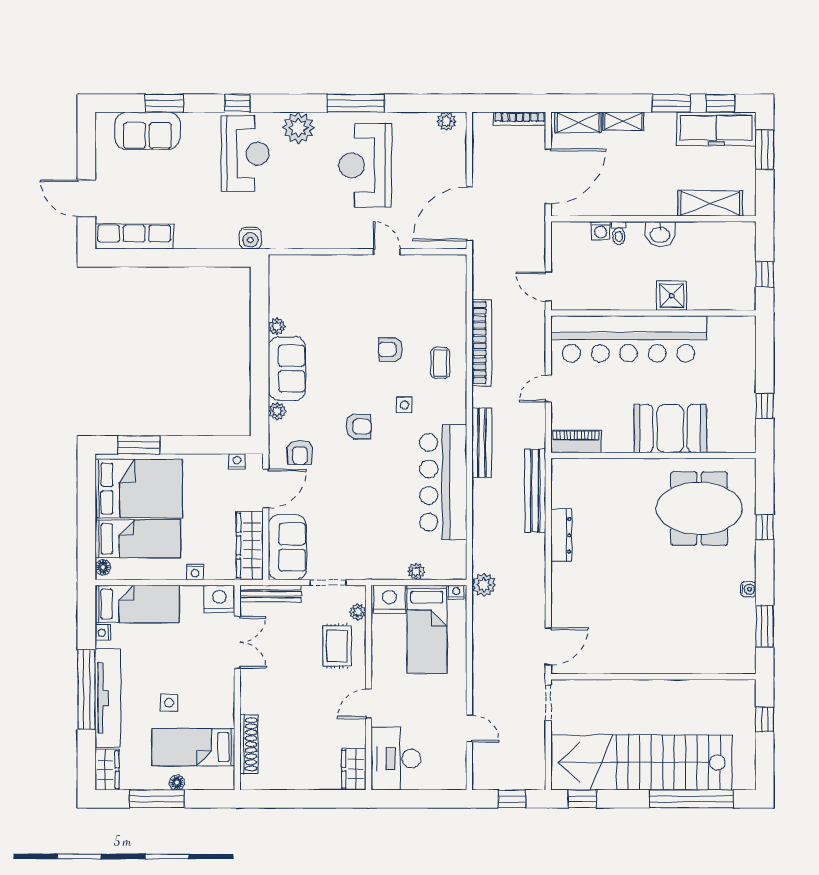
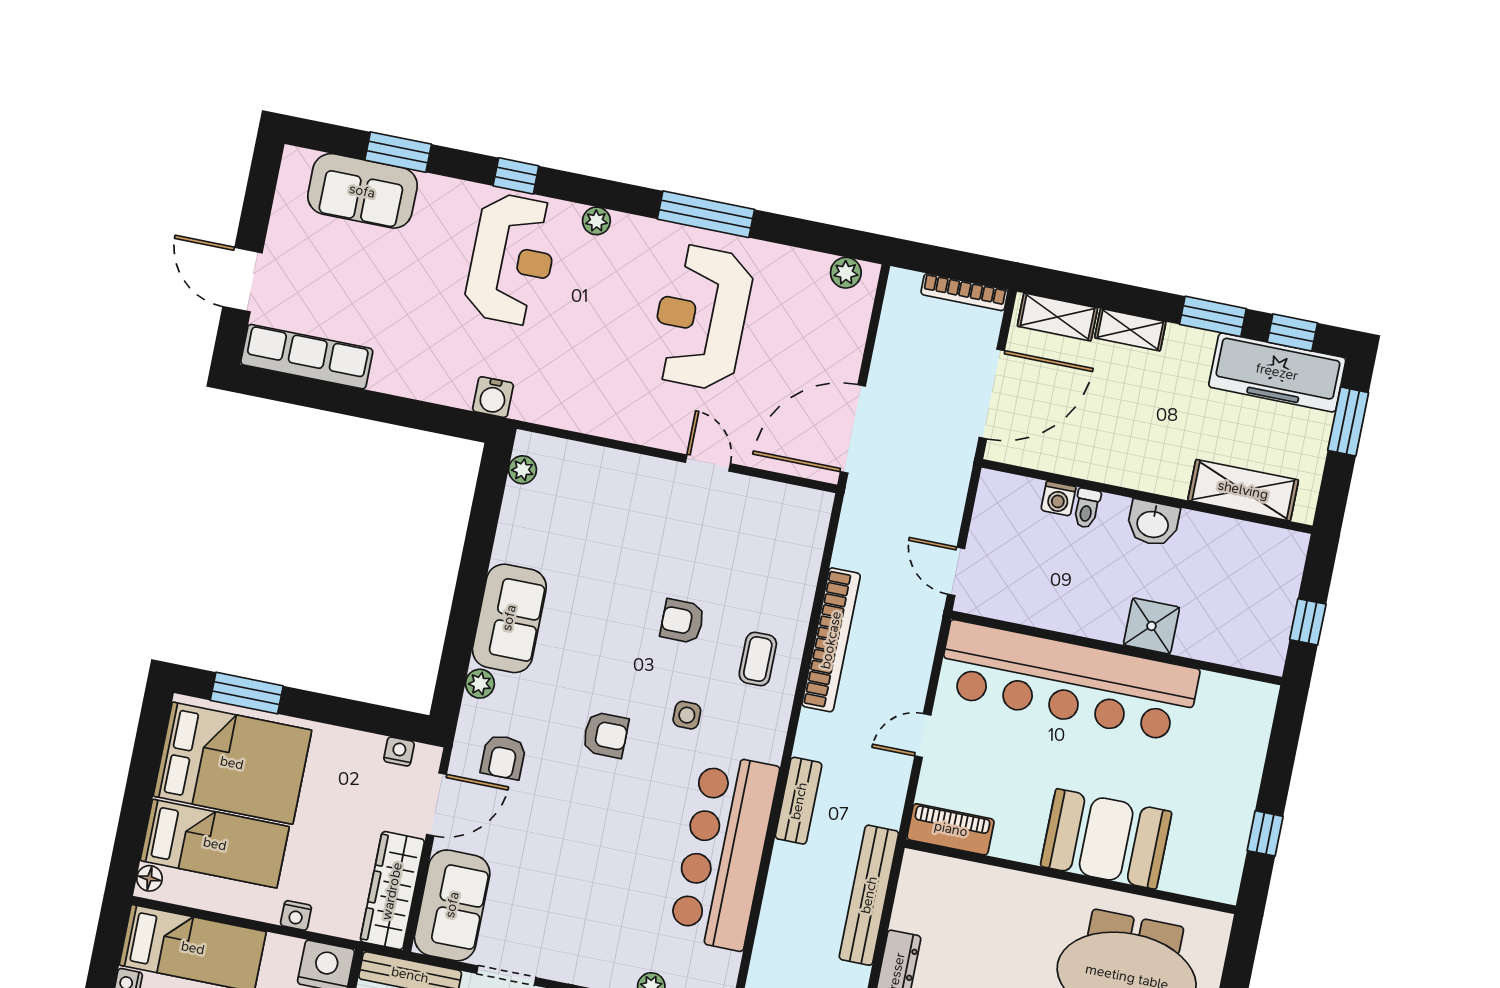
plant: (298, 128) -> (596, 221), width x0.53, depth x0.53
plant: (277, 326) -> (522, 470), moved
bench: (482, 443) -> (799, 801), width x0.73

